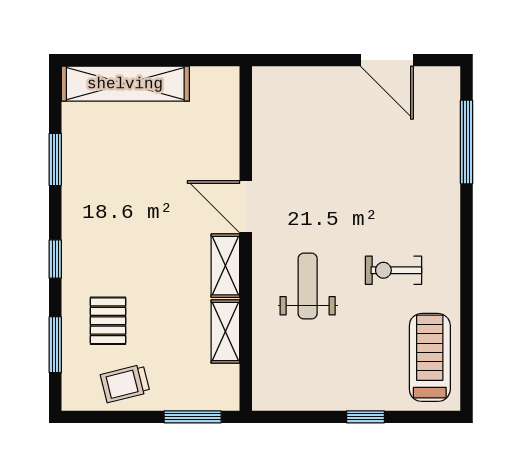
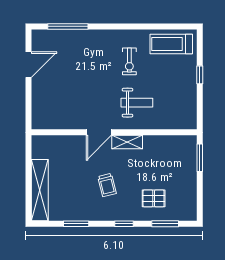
weight bench: (308, 286) -> (137, 103), turned 180
shelving: (225, 331) -> (159, 142), removed
trolley: (125, 383) -> (107, 185), moved

